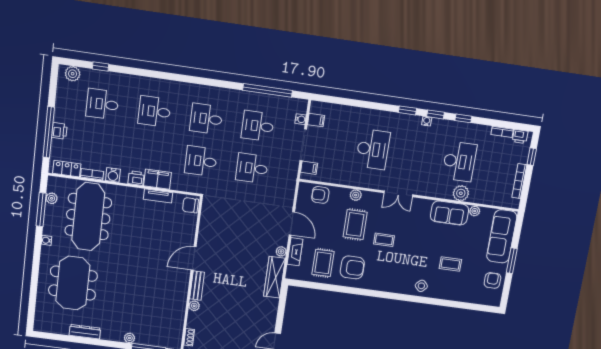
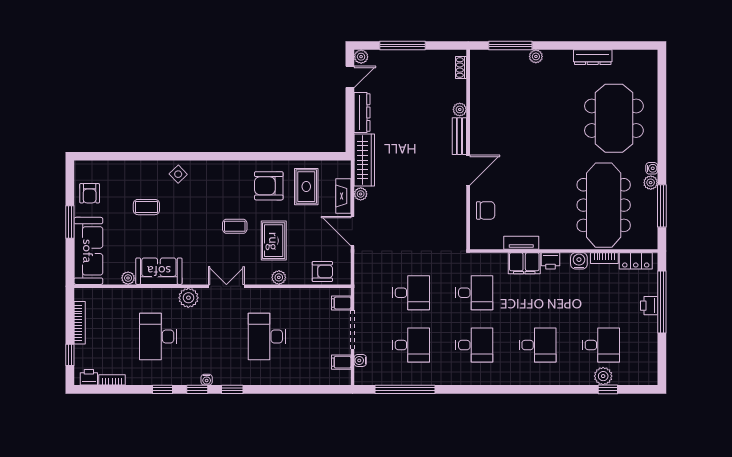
plant: (73, 74) -> (603, 376), moved
plant: (461, 193) -> (188, 298), moved
plant: (52, 198) -> (651, 183), moved
chair: (190, 205) -> (486, 210), moved
dresser: (271, 314) -> (362, 113), added

